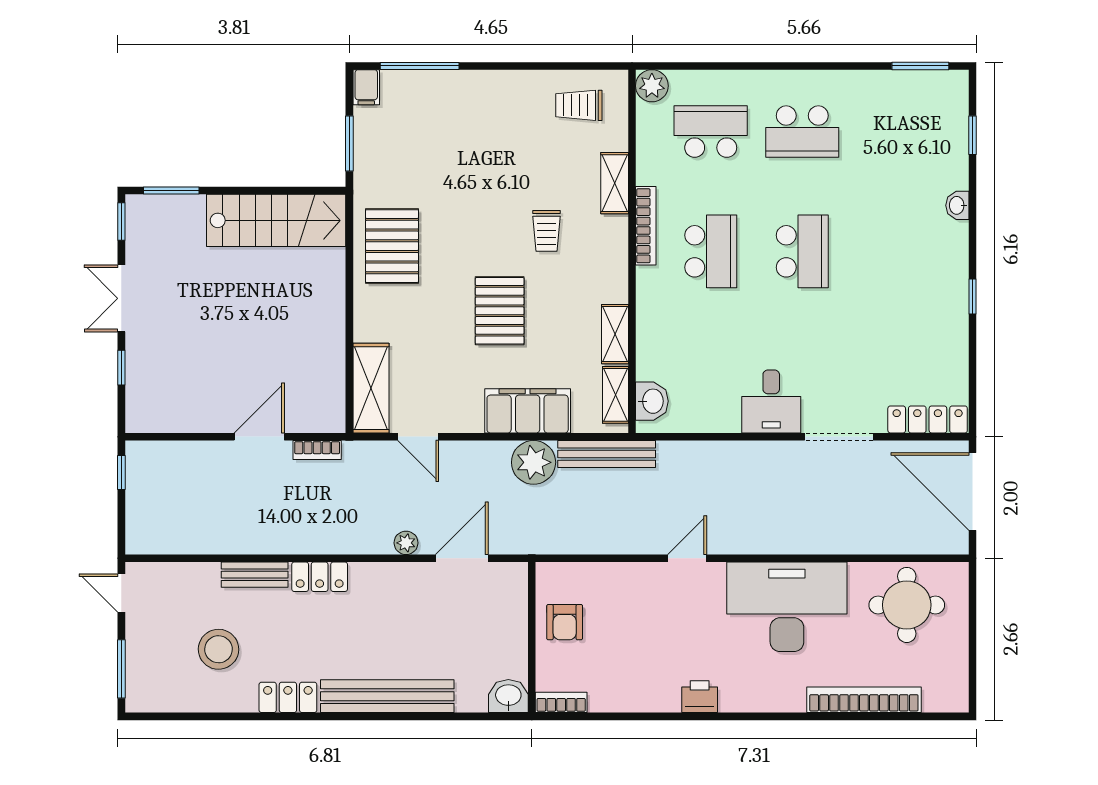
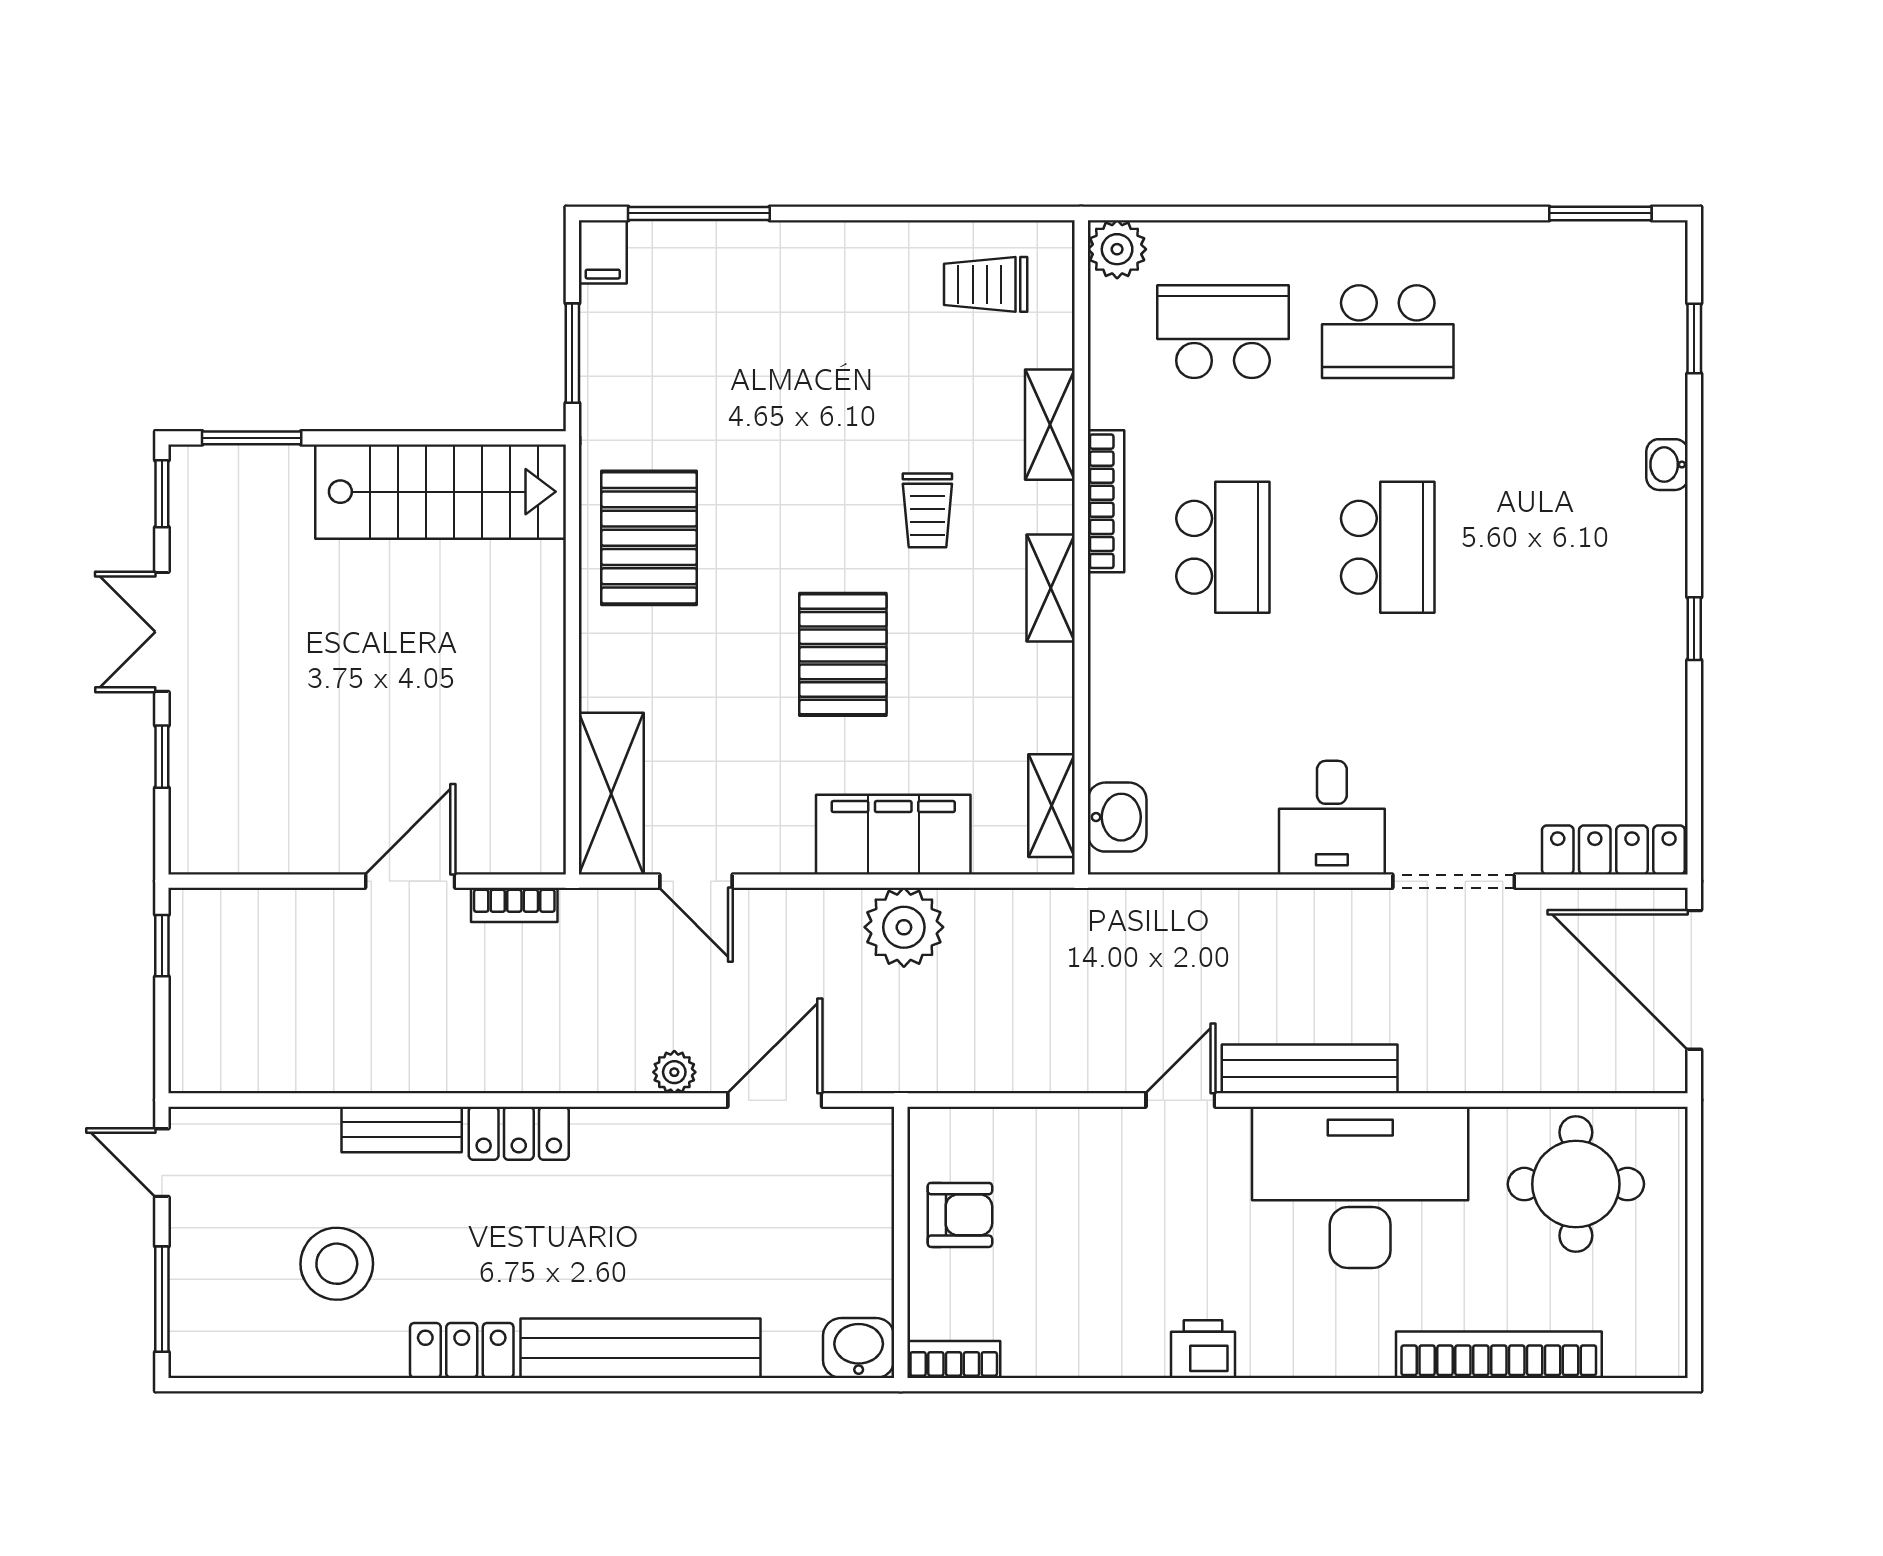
shelving: (615, 334) -> (1051, 588), moved
bench: (607, 454) -> (1310, 1069), moved
armchair: (565, 622) -> (960, 1215), turned -90

